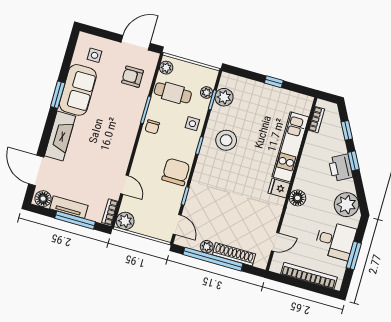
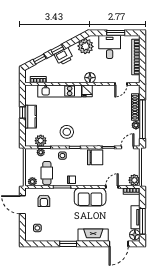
sofa: (78, 90) -> (90, 197), moved, turned 180
kitchen counter: (264, 93) -> (31, 117), added
chair: (176, 172) -> (95, 157), turned 180
window: (75, 220) -> (142, 221), moved
door: (275, 242) -> (121, 84), swing flipped

